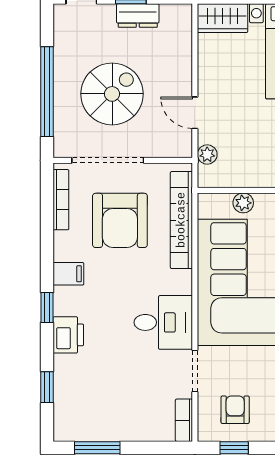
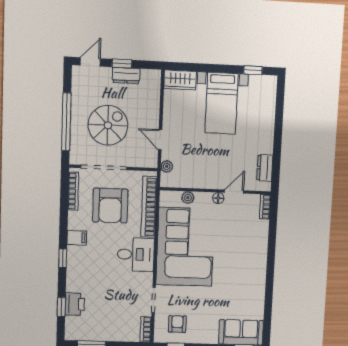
desk: (163, 322) -> (136, 254), moved
printer: (68, 335) -> (75, 304), moved

